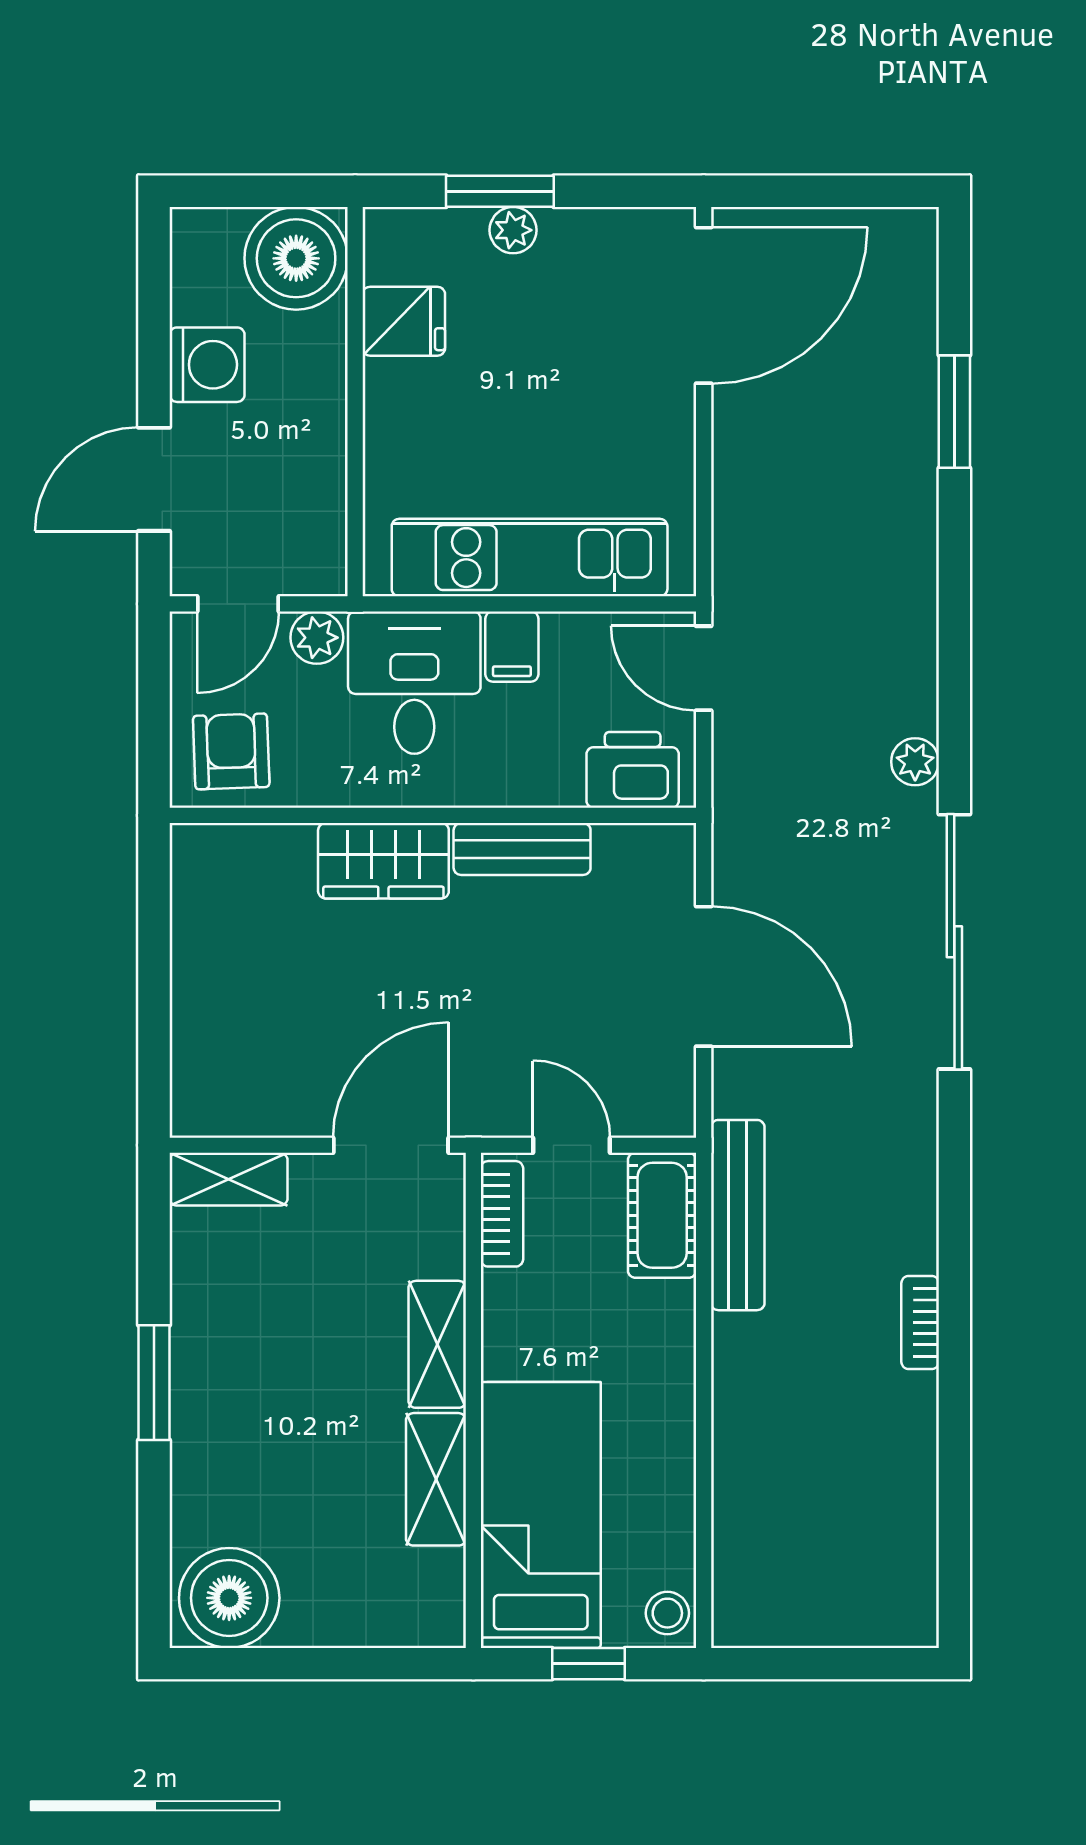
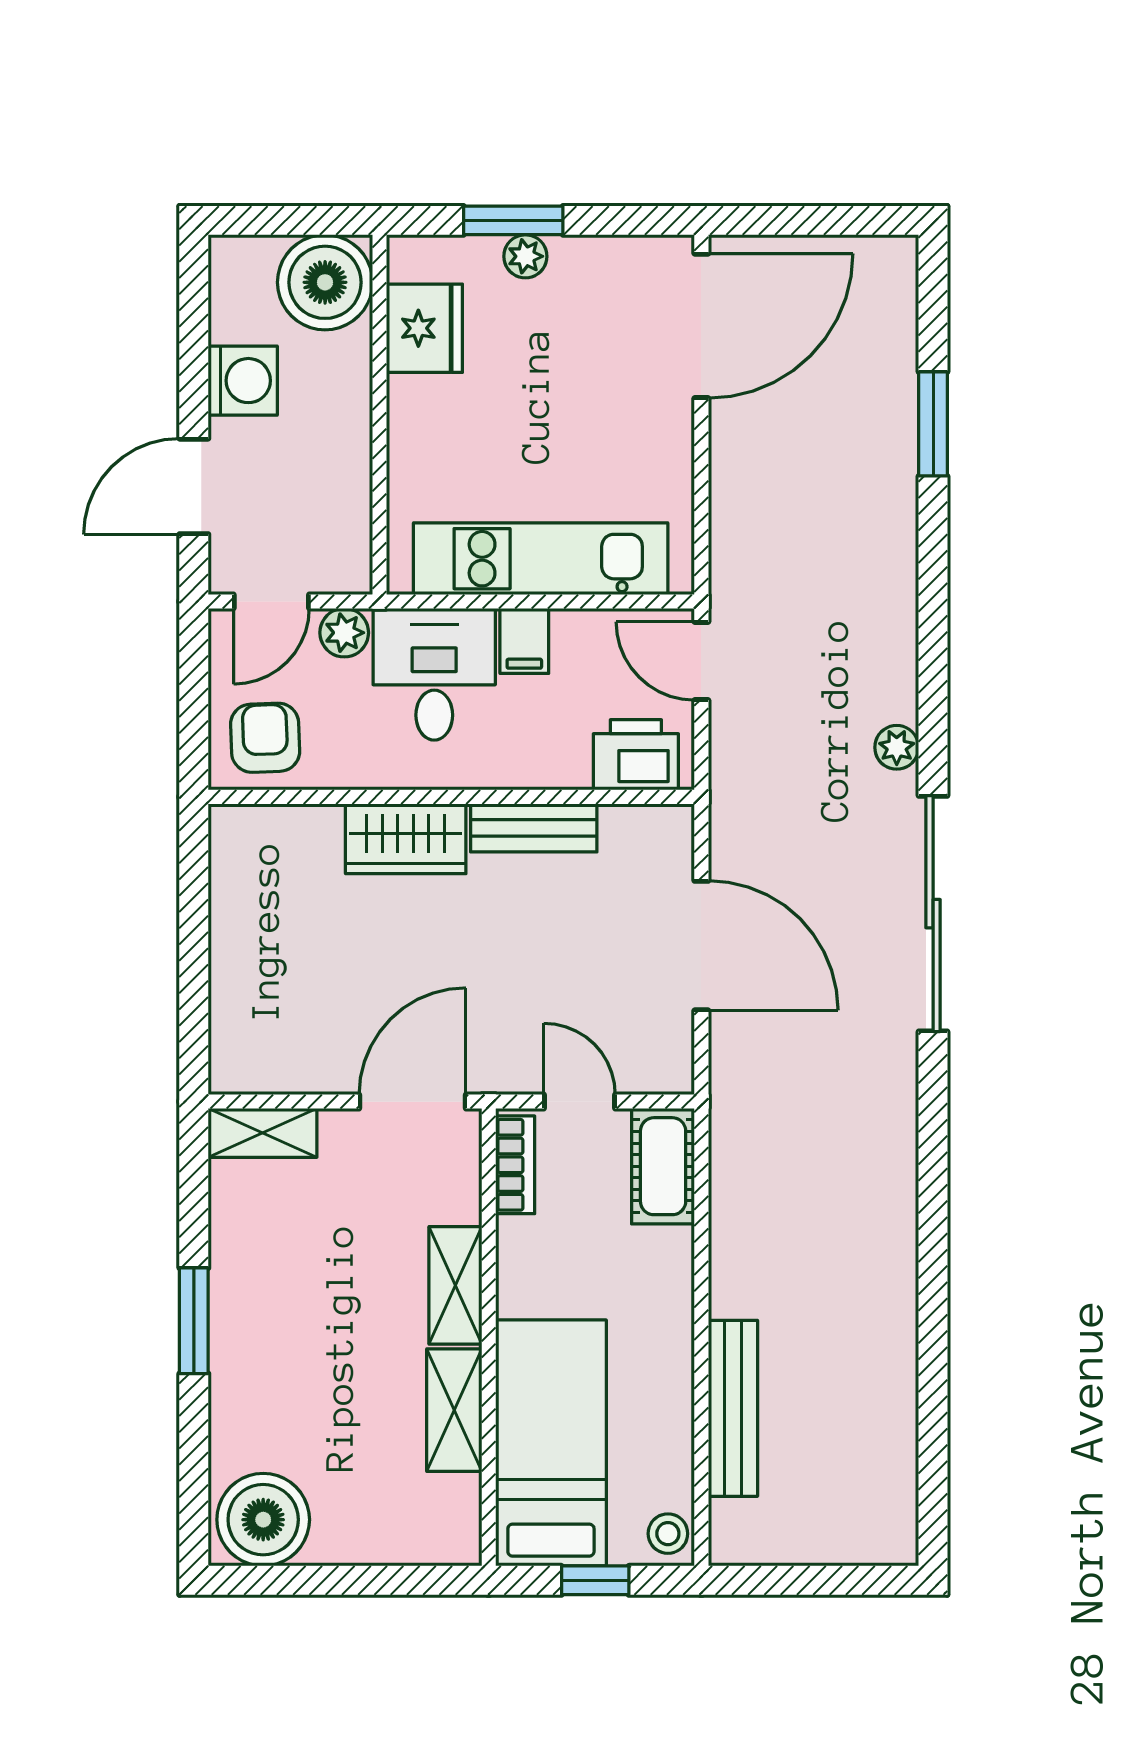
fridge: (404, 321) -> (424, 328), width x1.38
bench: (738, 1215) -> (733, 1408), moved
bookcase: (920, 1323) -> (901, 1265), removed

